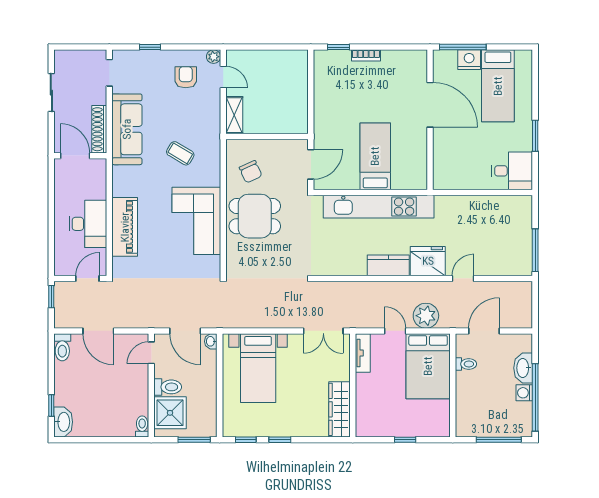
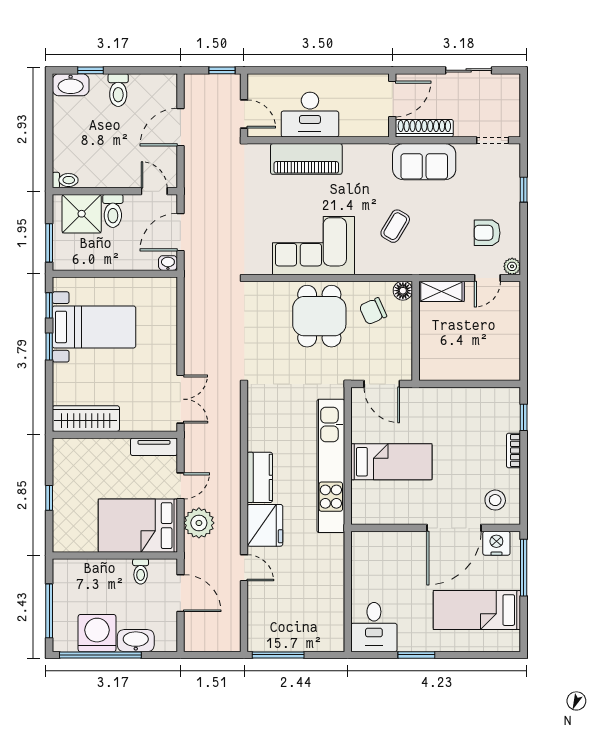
nightstand: (469, 60) -> (496, 543), moved, turned -90
stool: (407, 71) -> (495, 500), added
armchair: (186, 77) -> (487, 233), turned 180
sofa: (127, 129) -> (424, 162), width x0.73
floor lamp: (234, 147) -> (403, 291), added
double door: (323, 331) -> (180, 399), swing flipped
toilet: (62, 347) -> (118, 90), moved, turned -90
bed with nightstands: (258, 368) -> (94, 327), moved, turned 180
washing machine: (524, 393) -> (97, 633), width x1.89, depth x1.89

